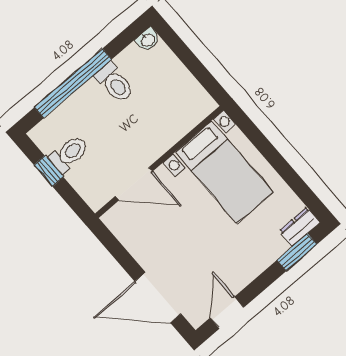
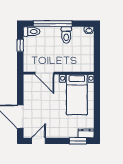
toilet: (69, 154) -> (31, 32), moved

